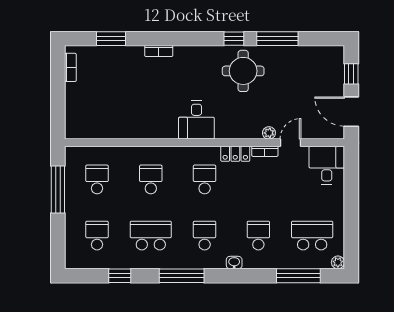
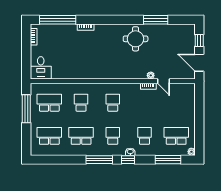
window: (111, 39) -> (58, 20), width x2.11
window: (234, 39) -> (130, 20), removed
desk: (196, 120) -> (41, 68), moved
door: (290, 143) -> (163, 81), swing flipped
locker: (235, 154) -> (131, 88), removed
desk: (327, 165) -> (185, 94), removed
school desk: (97, 179) -> (49, 103), width x1.85
school desk: (97, 236) -> (49, 136), width x1.85
window: (120, 276) -> (128, 160), moved

